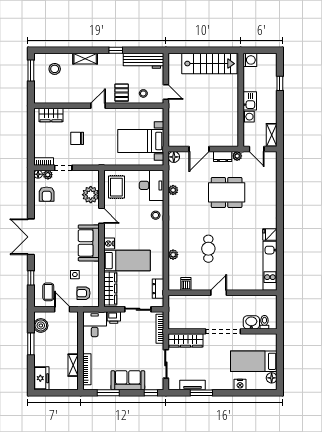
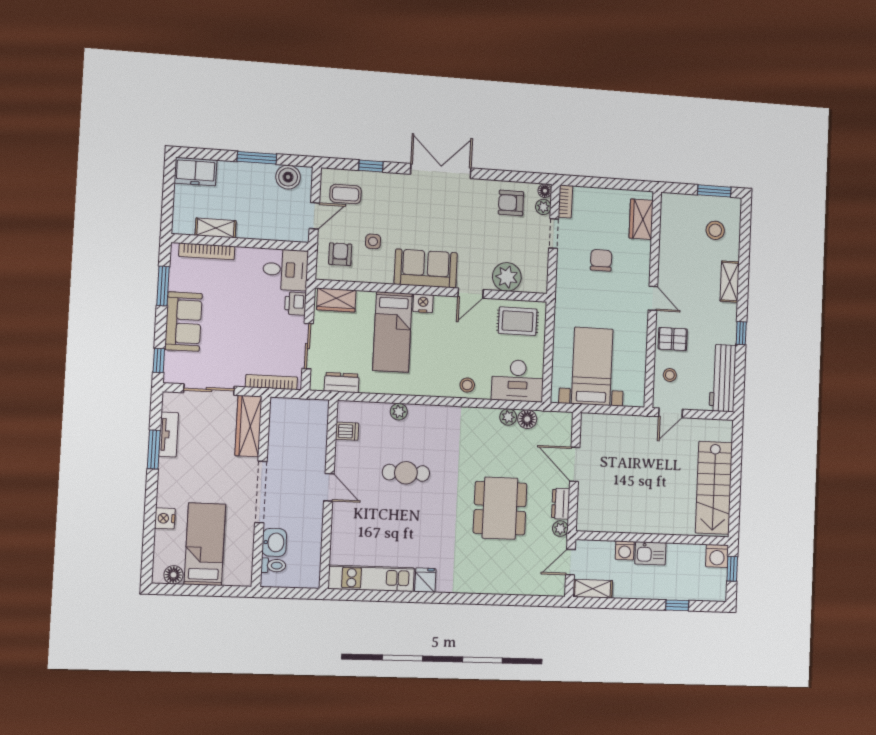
window: (257, 50) -> (732, 569), added
floor lamp: (174, 157) -> (527, 419), moved
wardrobe: (110, 289) -> (336, 300), width x0.67

